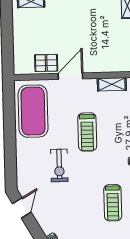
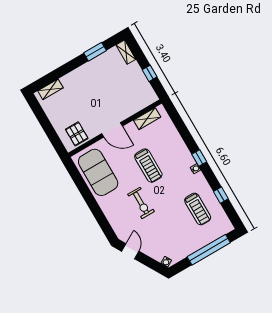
pallet: (46, 63) -> (77, 134), moved, turned 90
door: (70, 76) -> (112, 130), swing flipped

